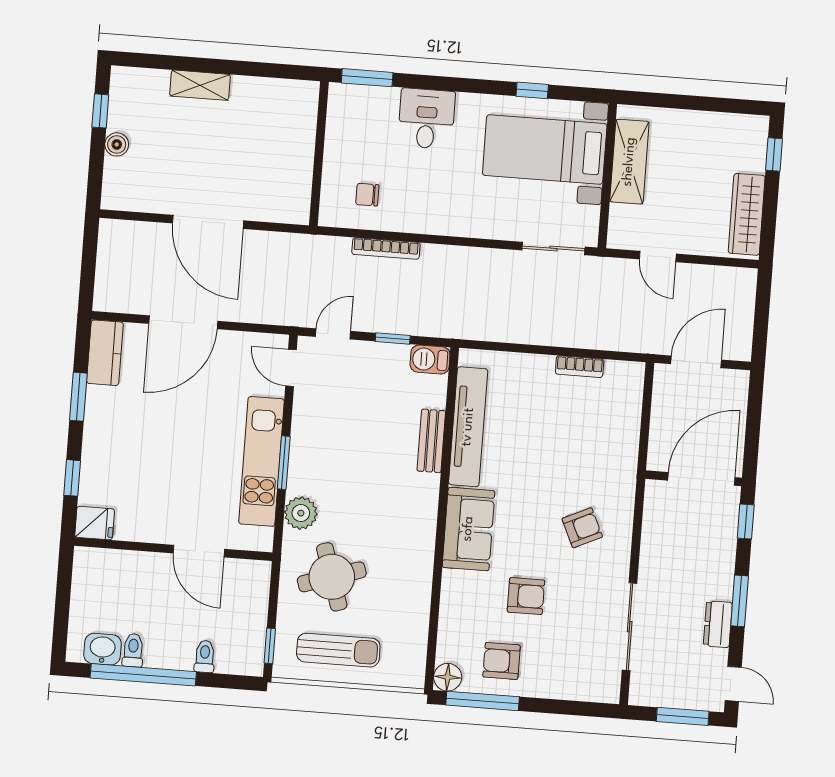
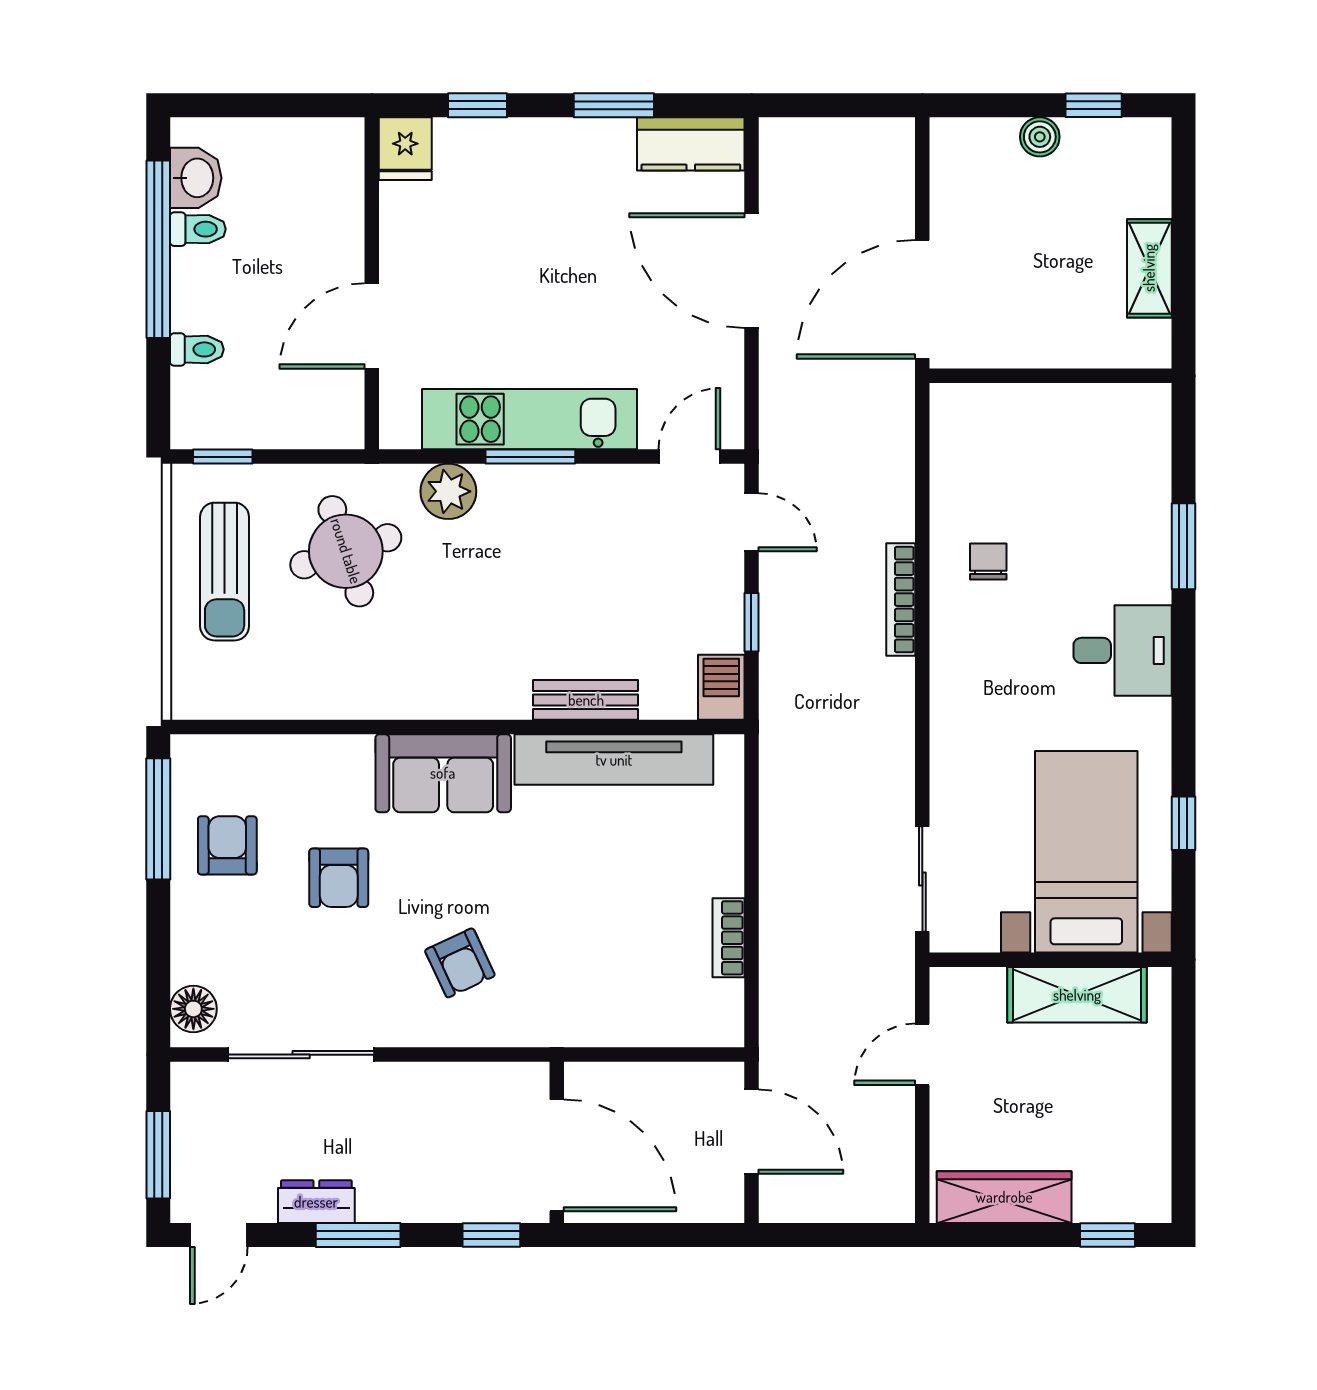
wall: (319, 154) -> (1050, 376), moved
floor lamp: (448, 677) -> (193, 1009), moved

